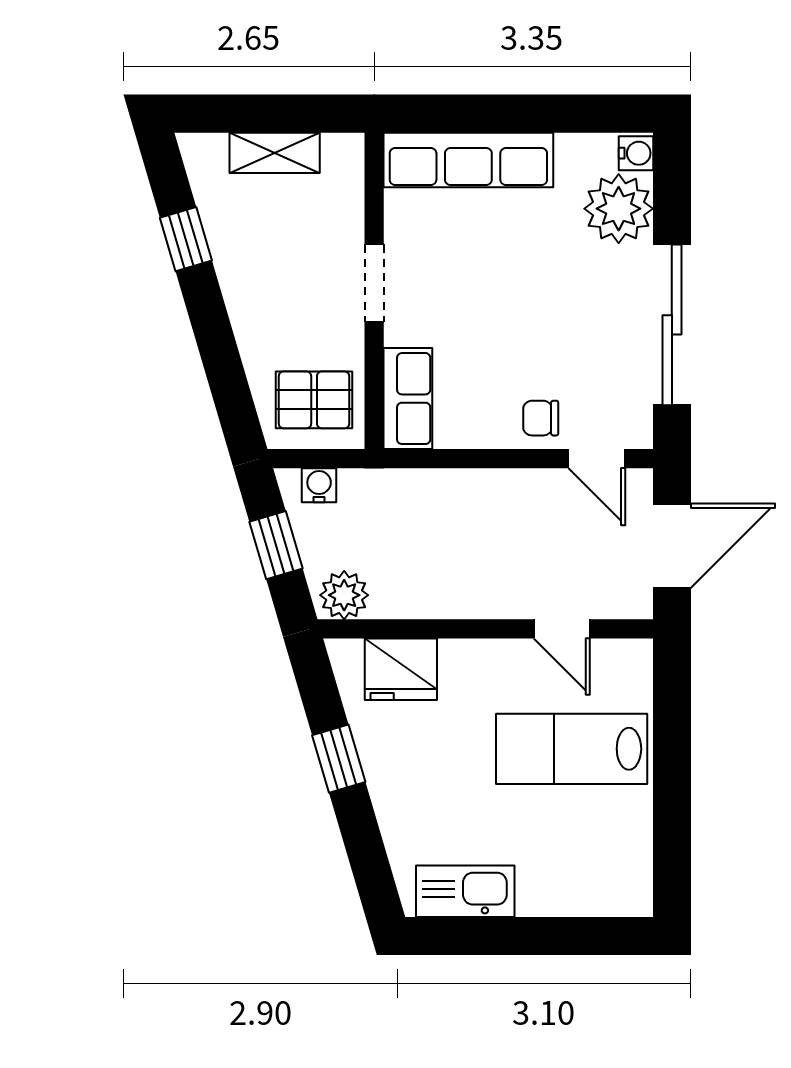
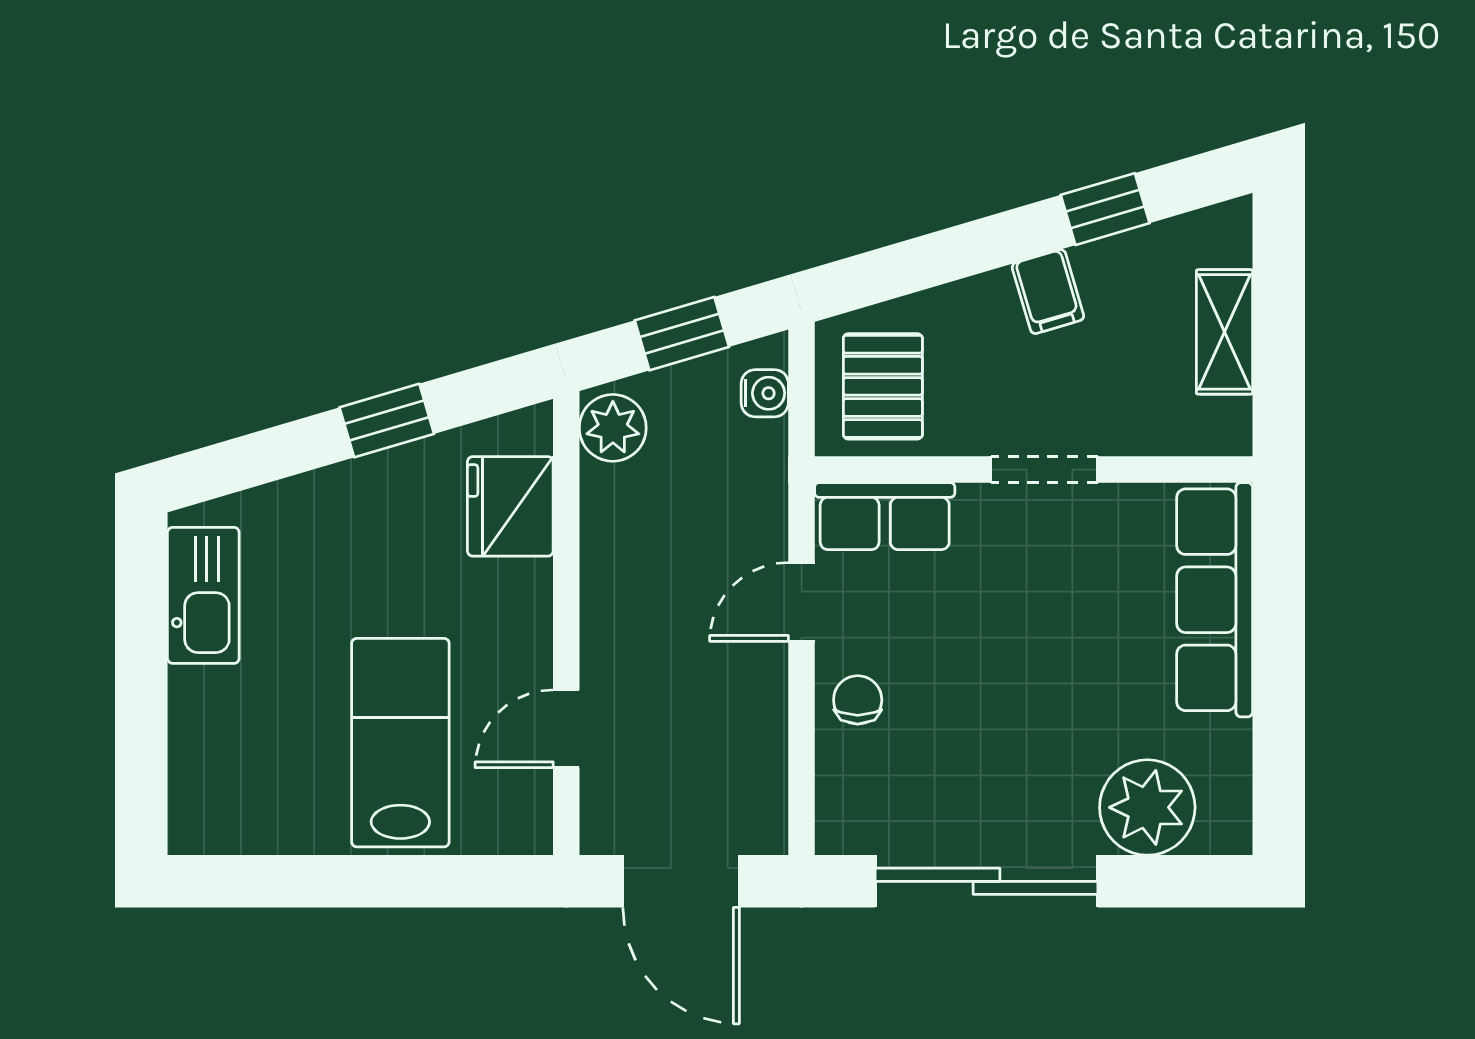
water cooler: (636, 153) -> (1224, 832), removed
filing cabinet: (246, 280) -> (1048, 292), added
door: (597, 459) -> (802, 602), moved

